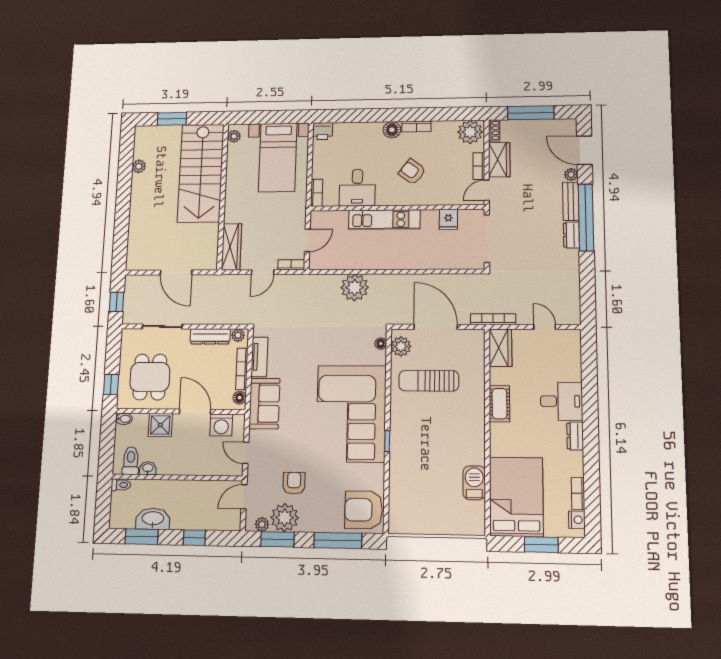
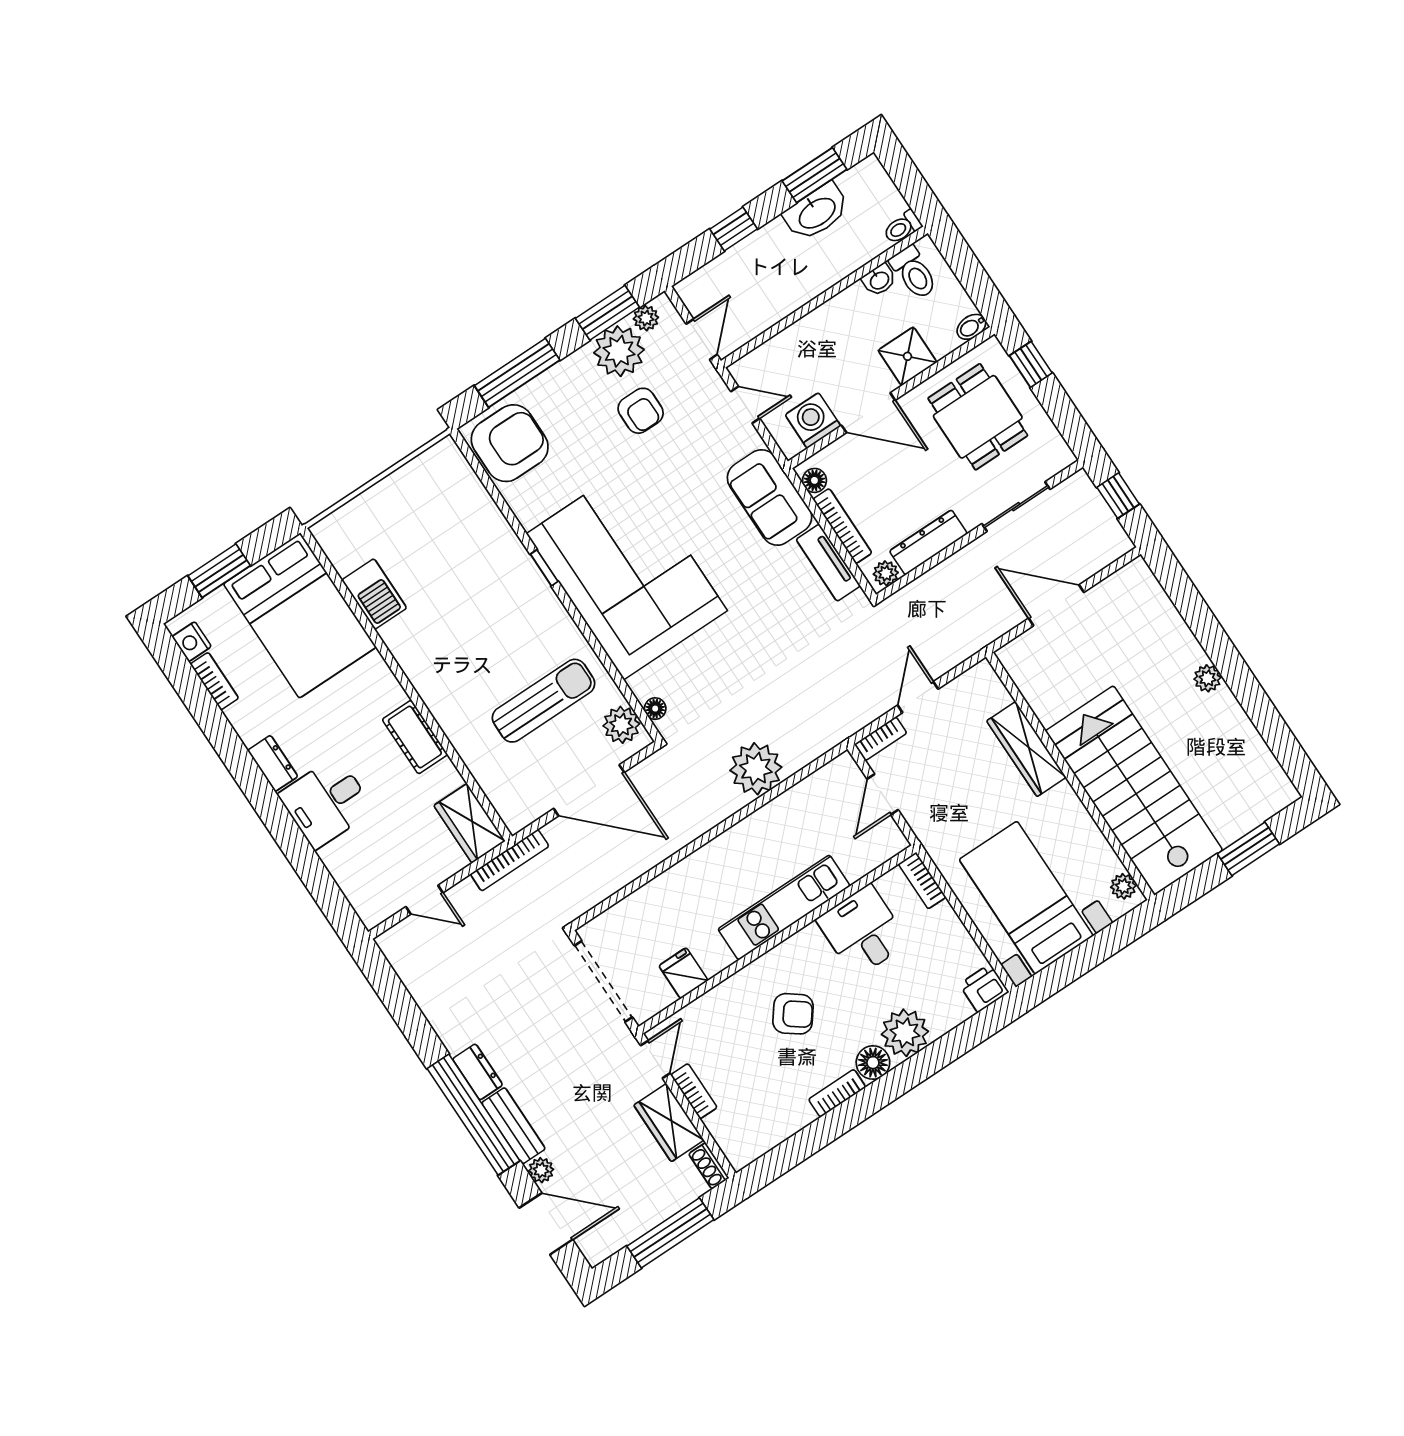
plant: (470, 132) -> (905, 1033), moved
plant: (139, 166) -> (1207, 678), moved
wardrobe: (231, 247) -> (1026, 749), moved

